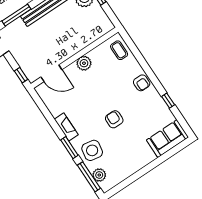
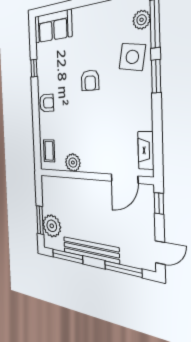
plant: (84, 63) -> (73, 163), moved
door: (51, 73) -> (124, 179), swing flipped
armchair: (142, 83) -> (47, 103), turned 90
fireplace: (66, 127) -> (146, 150), moved

